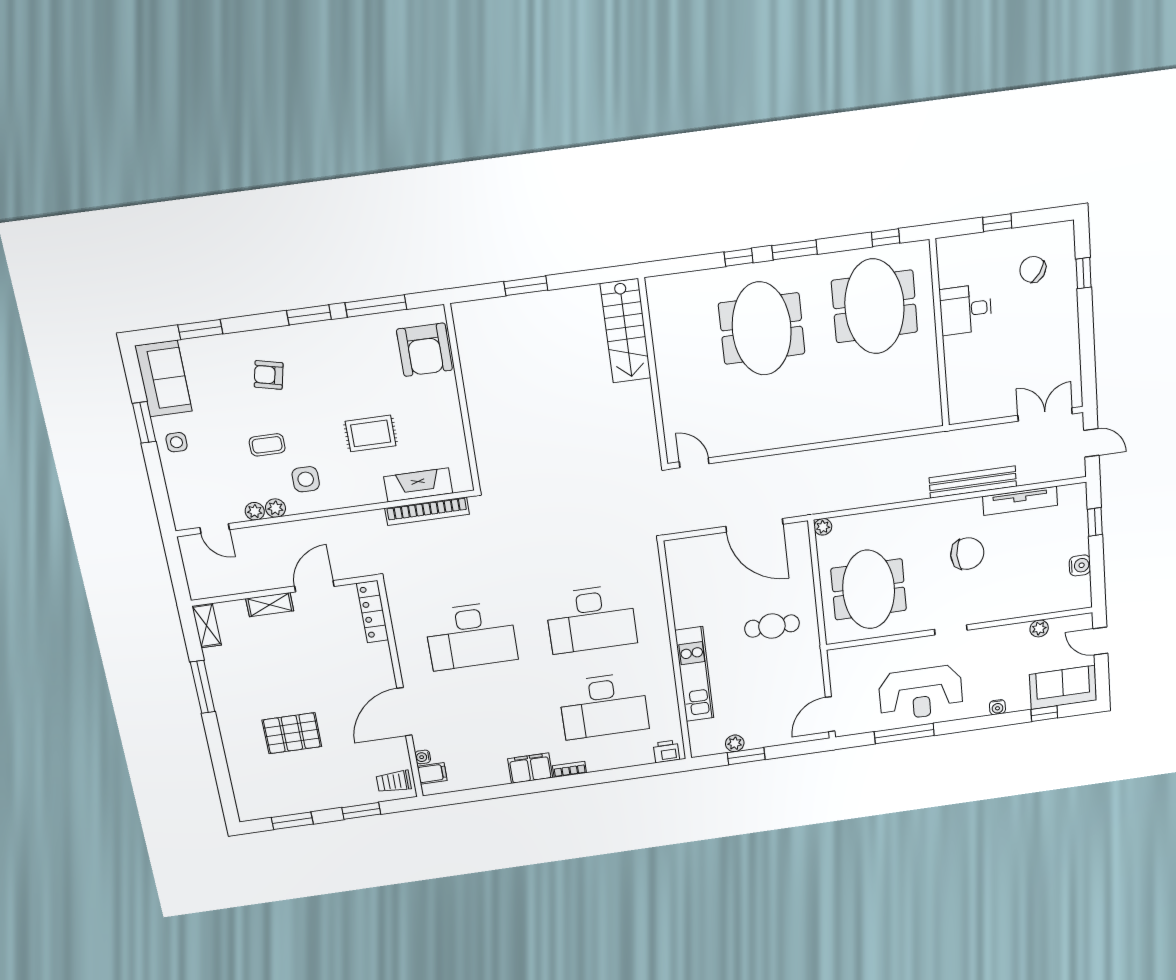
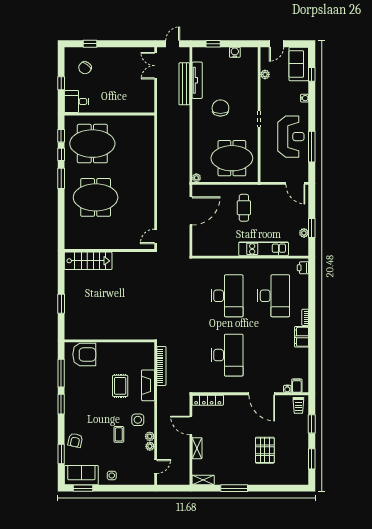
window: (739, 257) -> (61, 154), moved
desk: (966, 310) -> (76, 102), moved, turned 90
armchair: (269, 375) -> (75, 440), moved
window: (144, 422) -> (83, 488), moved
bench: (973, 482) -> (184, 84), moved
fireplace: (418, 485) -> (148, 385), moved

